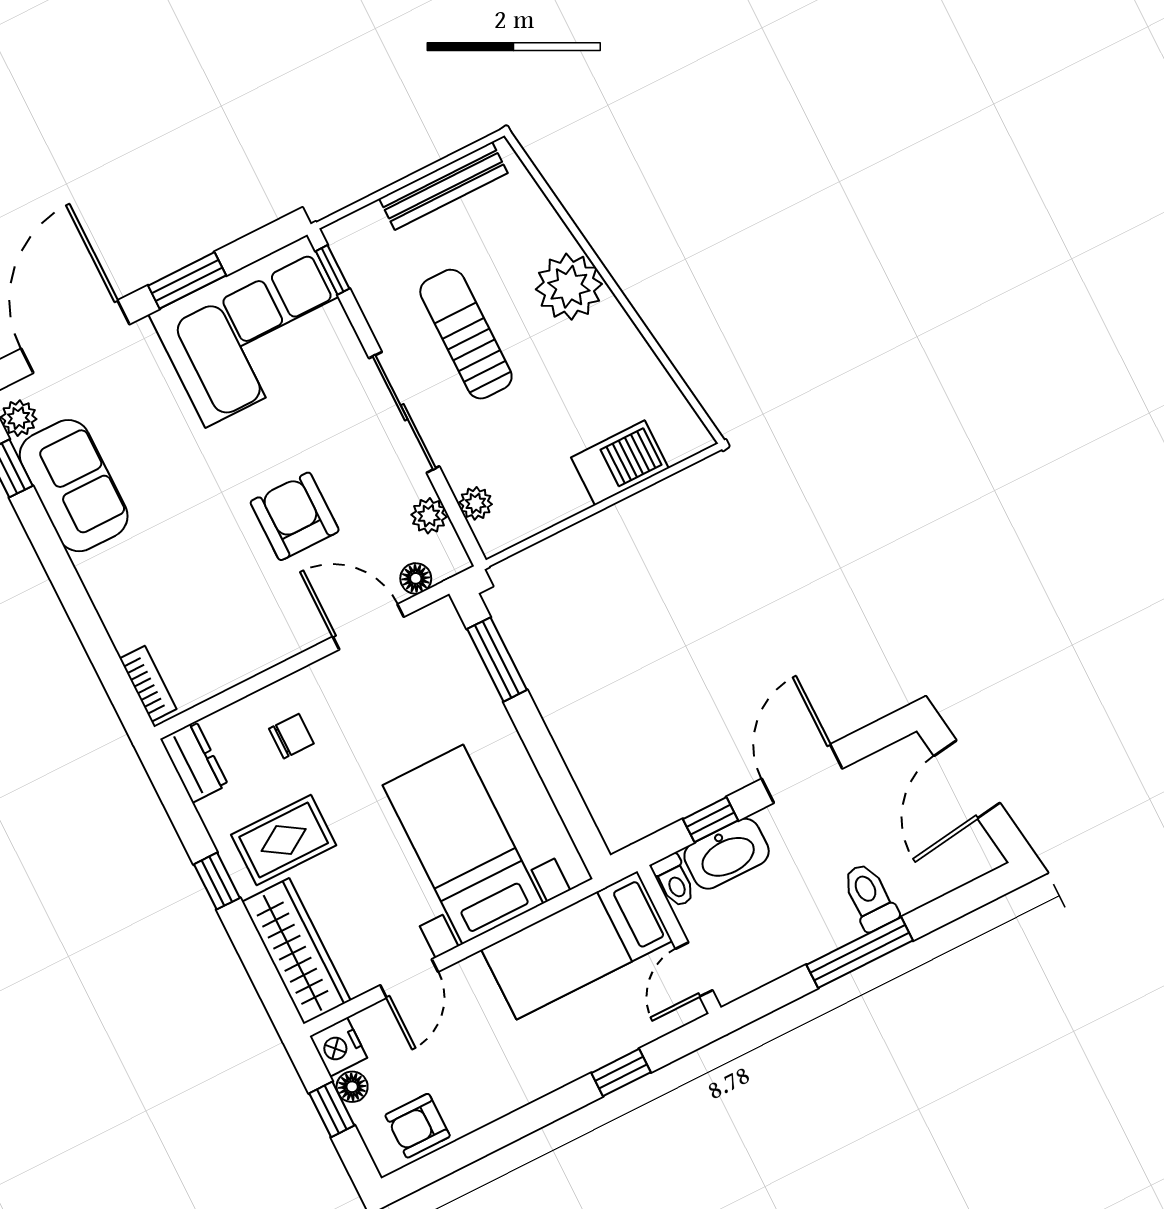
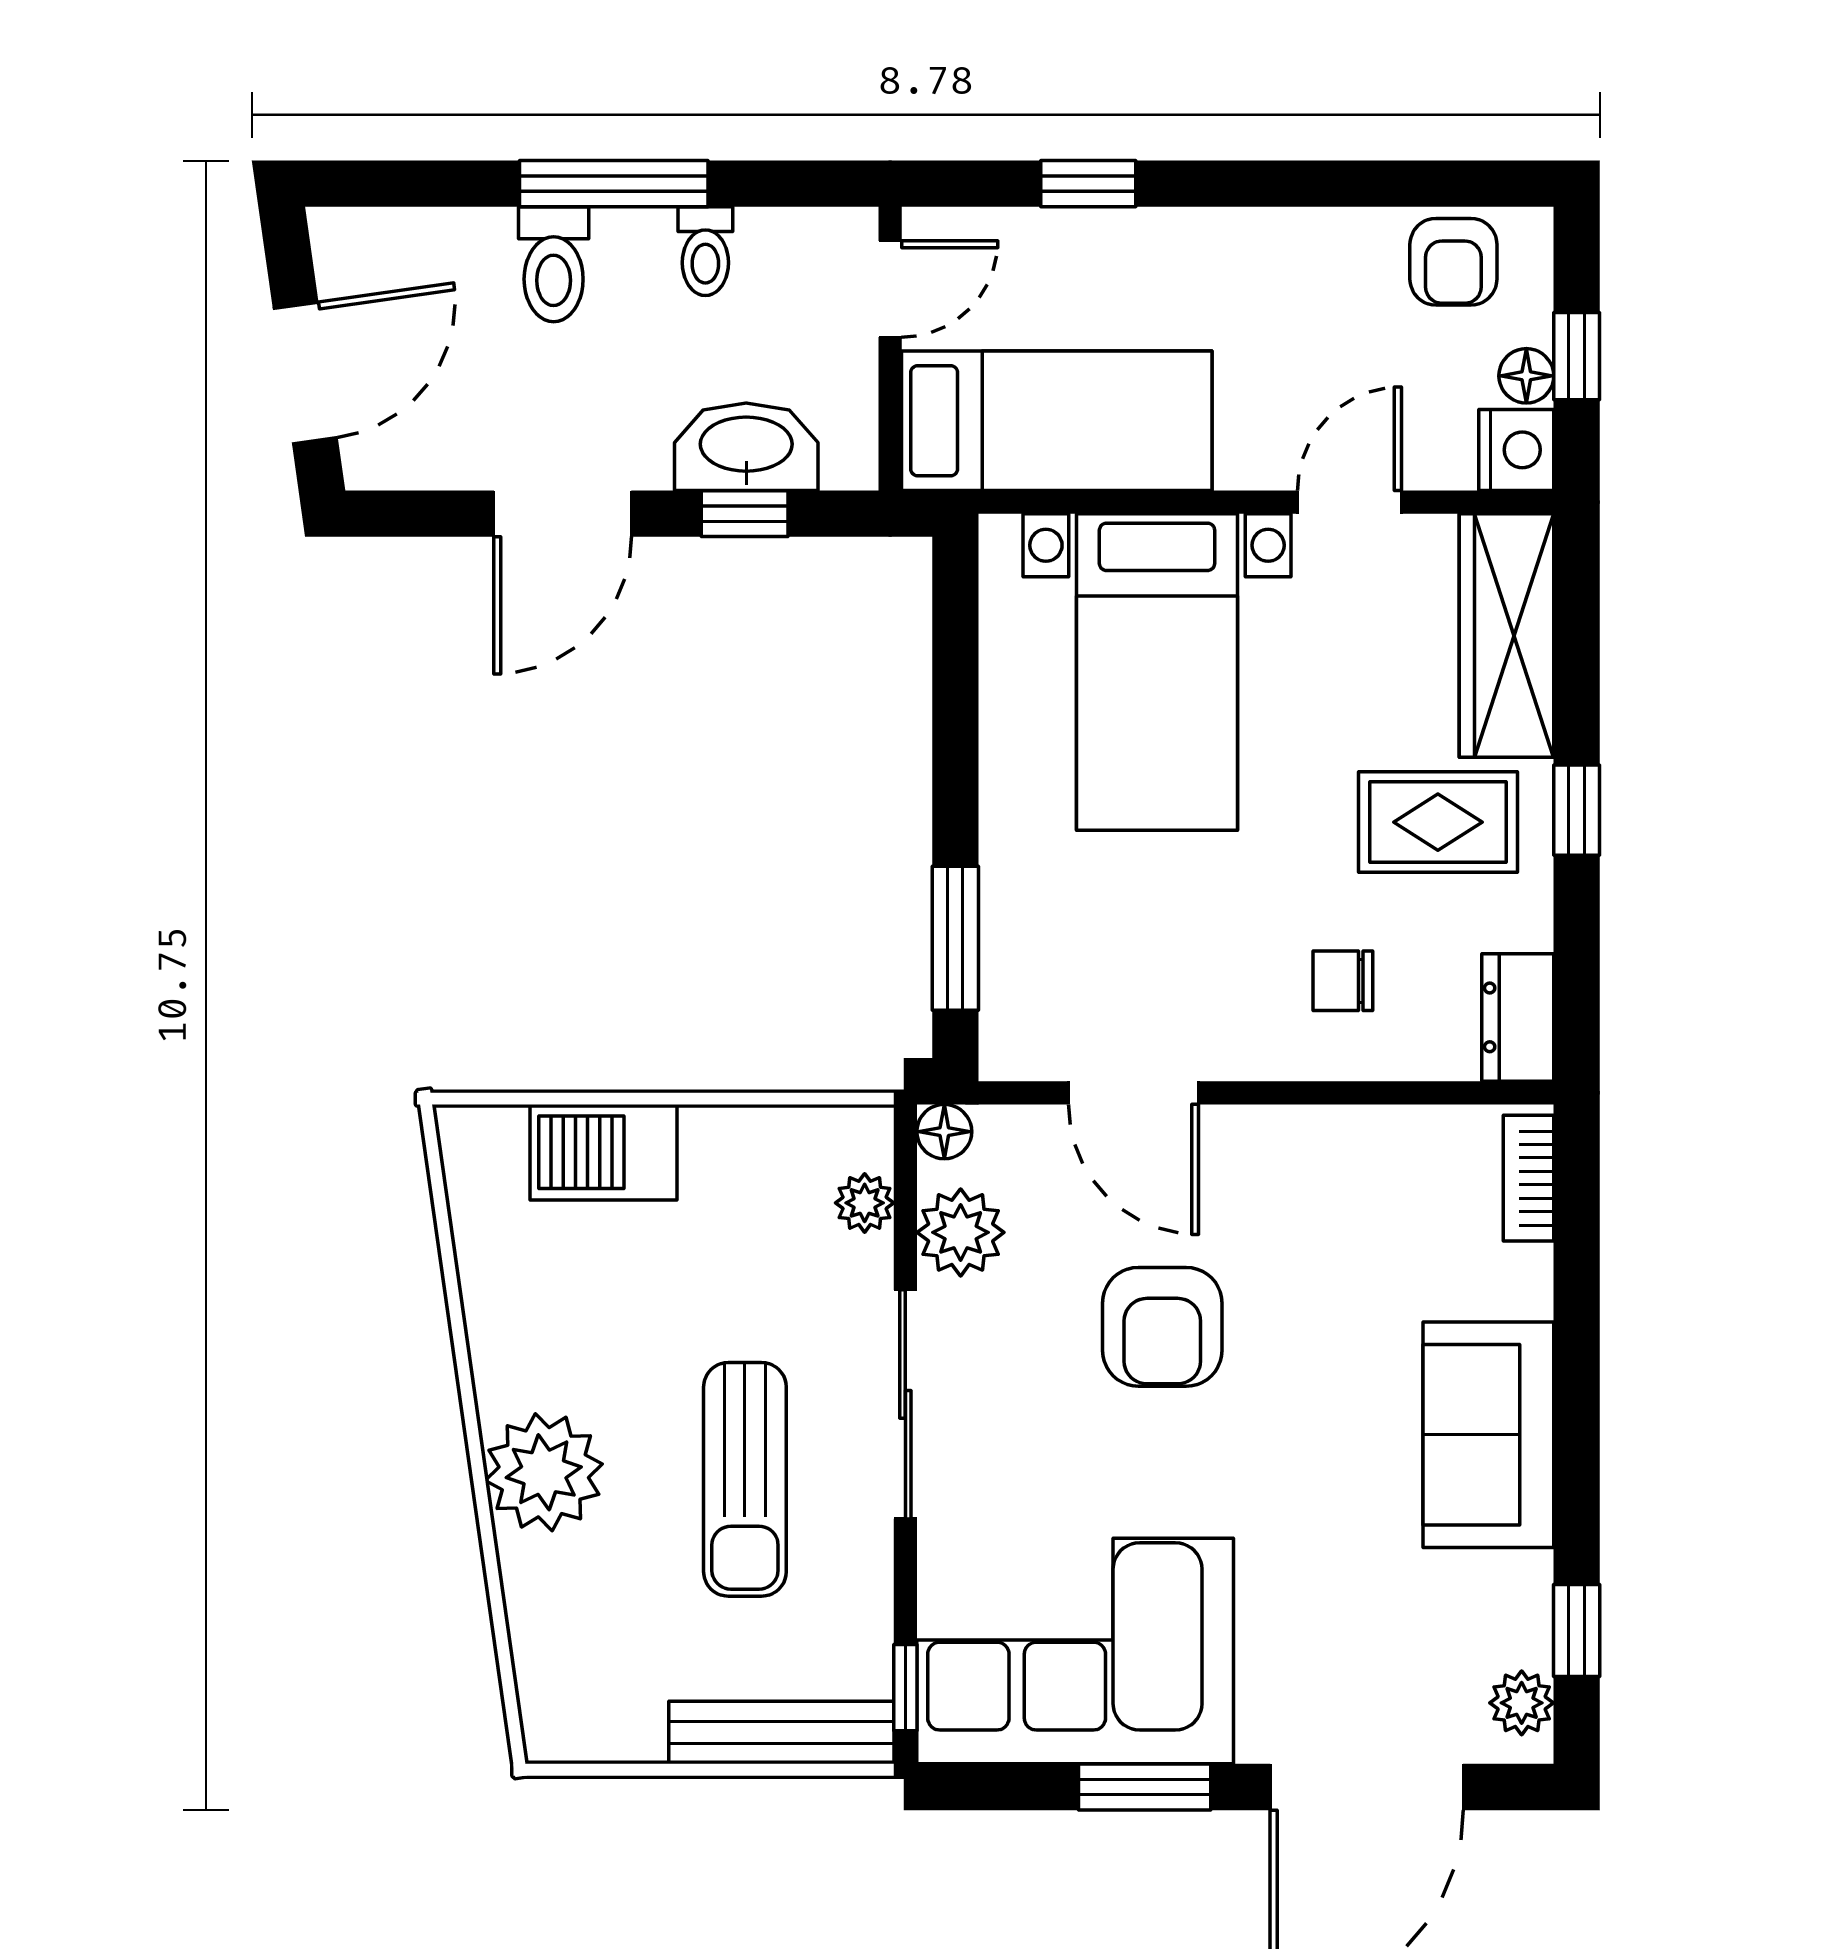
bench: (443, 186) -> (781, 1733), moved
sofa: (74, 486) -> (1488, 1435), moved
plant: (429, 516) -> (961, 1232), width x1.38, depth x1.38
floor lamp: (416, 578) -> (944, 1132), moved
toilet: (674, 881) -> (705, 251), moved, turned 180
armchair: (418, 1126) -> (1453, 262), turned 90

